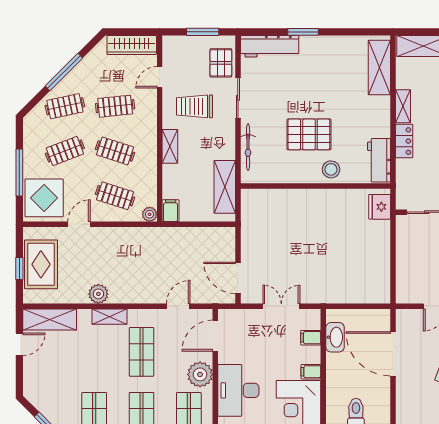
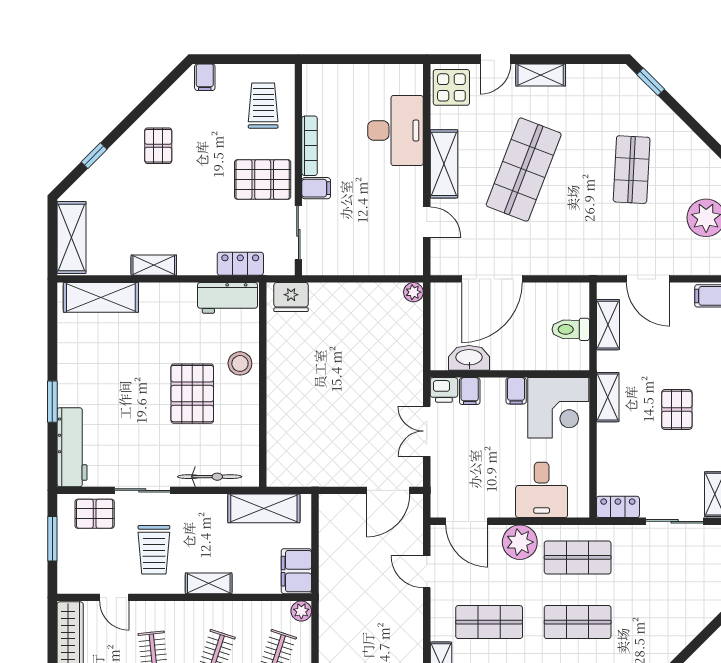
locker: (404, 141) -> (240, 264), moved
filing cabinet: (171, 211) -> (296, 571), width x2.00
plant: (383, 296) -> (413, 292), added
printer: (312, 319) -> (444, 390), added
desk: (238, 390) -> (542, 490), width x0.73

